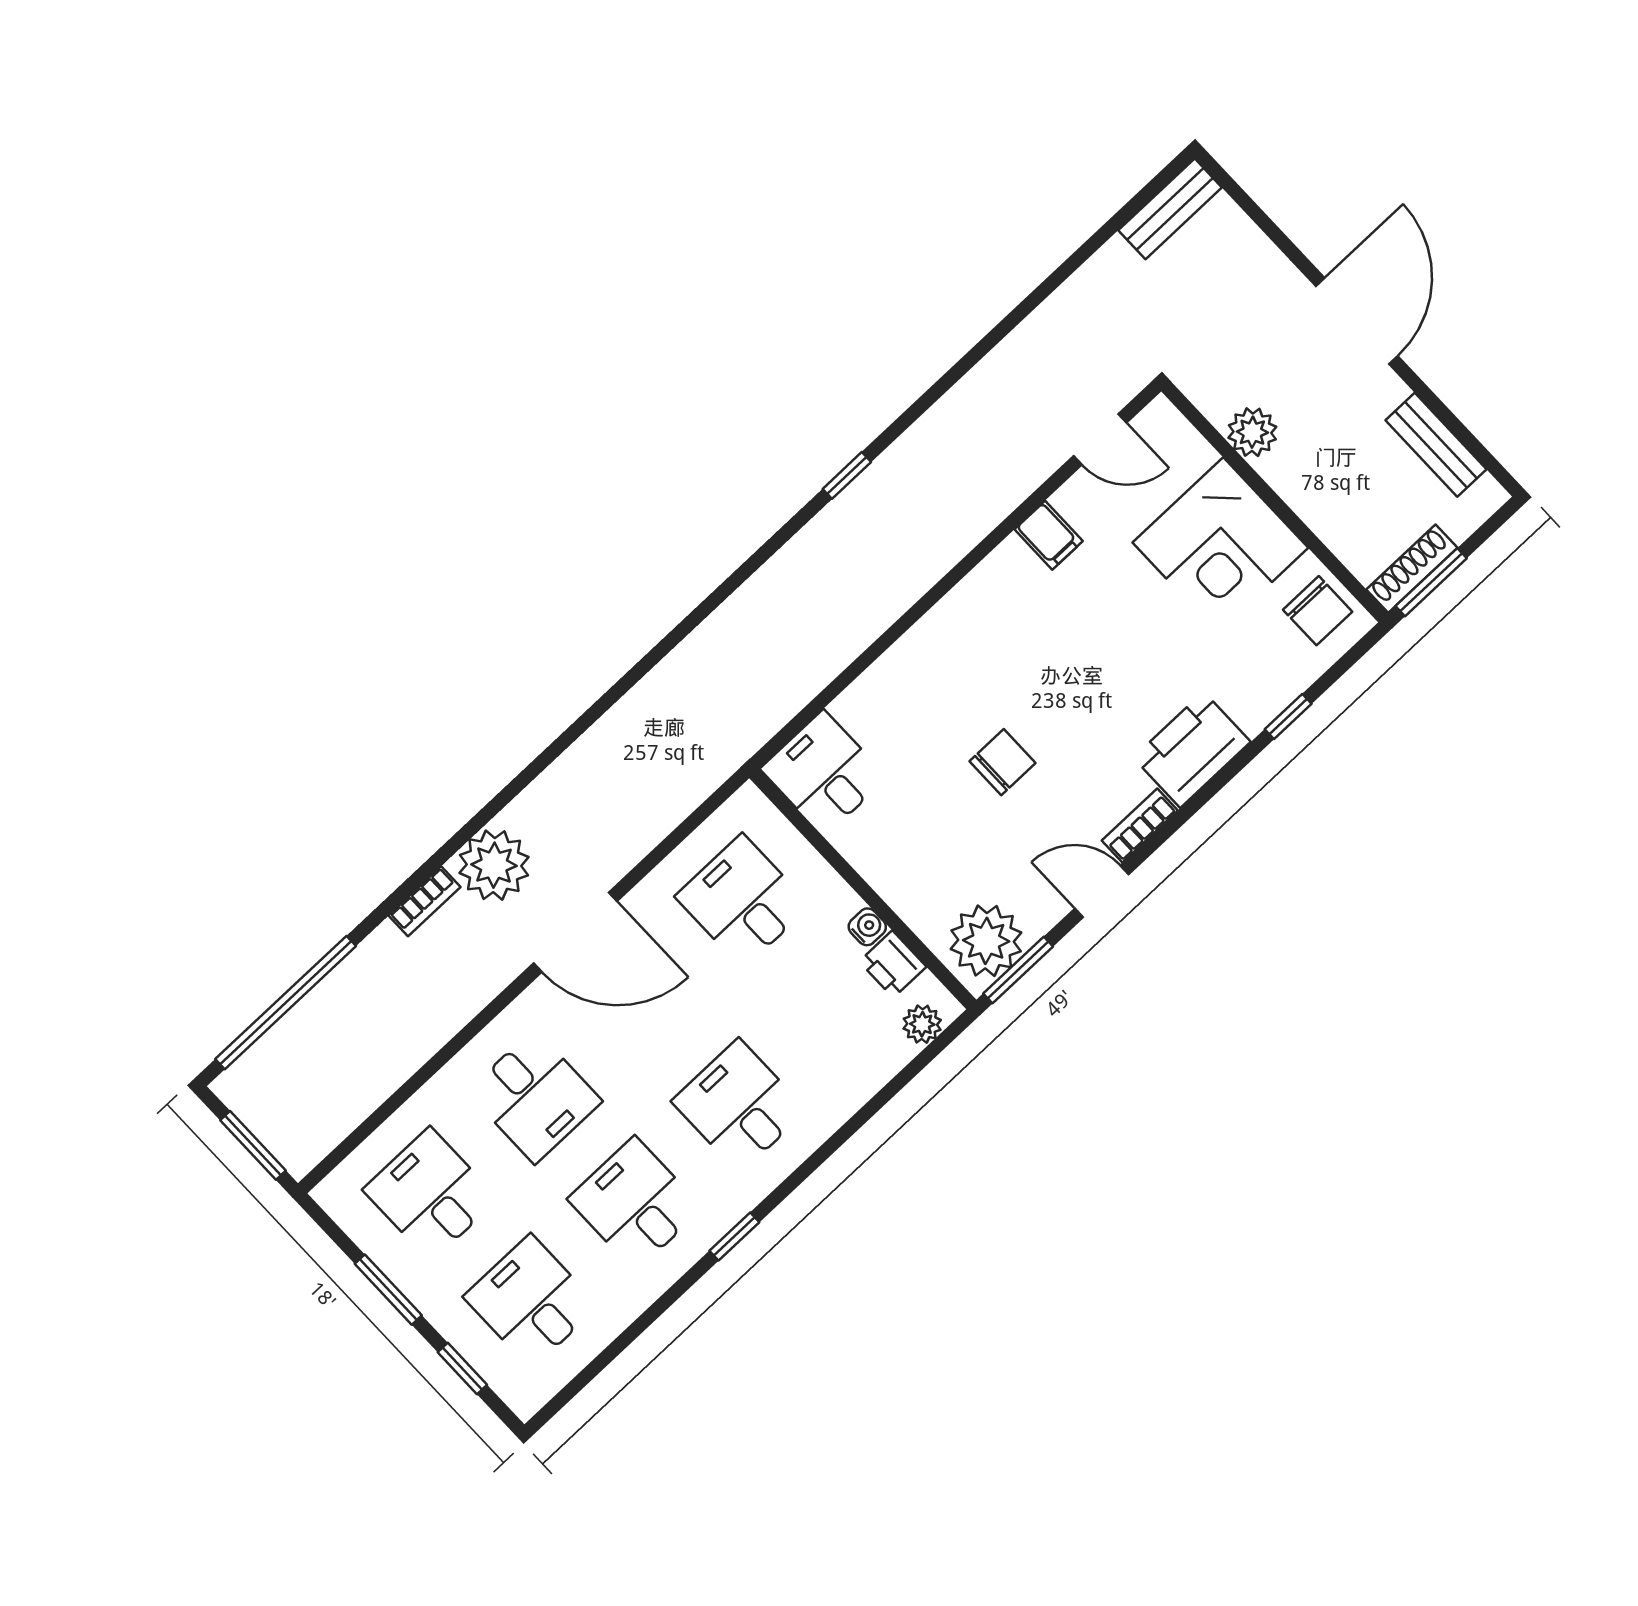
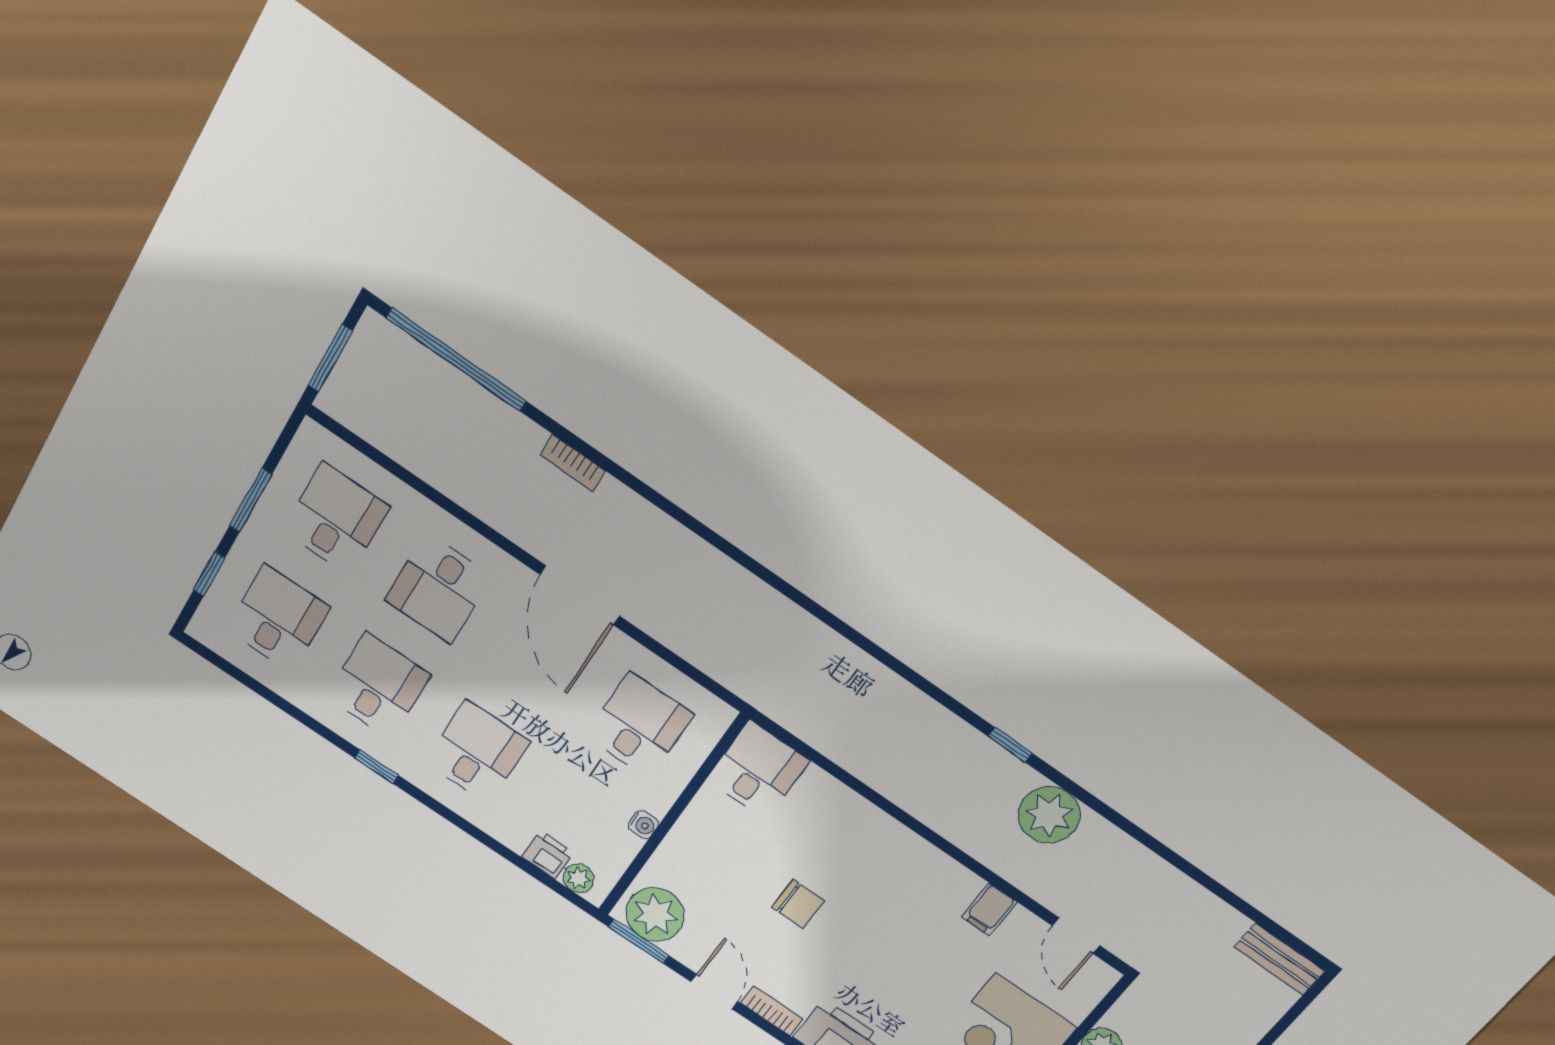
plant: (494, 865) -> (1049, 815), moved
printer: (893, 964) -> (548, 855), moved, turned 90

